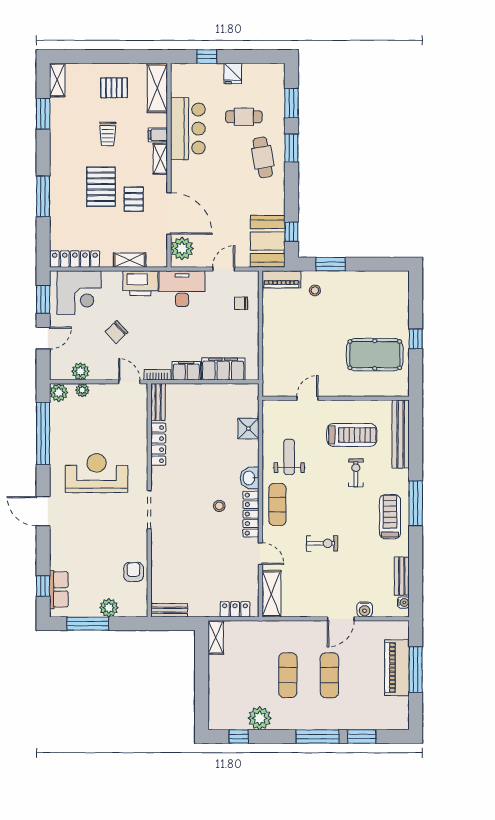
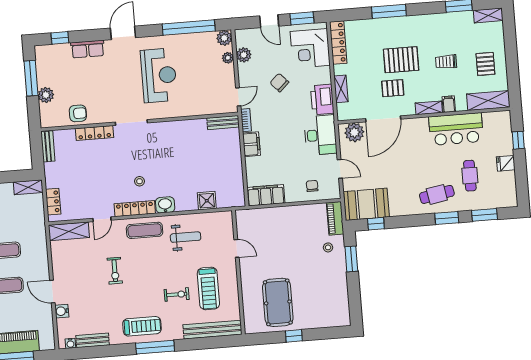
filing cabinet: (223, 369) -> (266, 195), moved, turned -90
locker: (158, 444) -> (94, 133), moved
row of seats: (59, 589) -> (88, 49), moved

